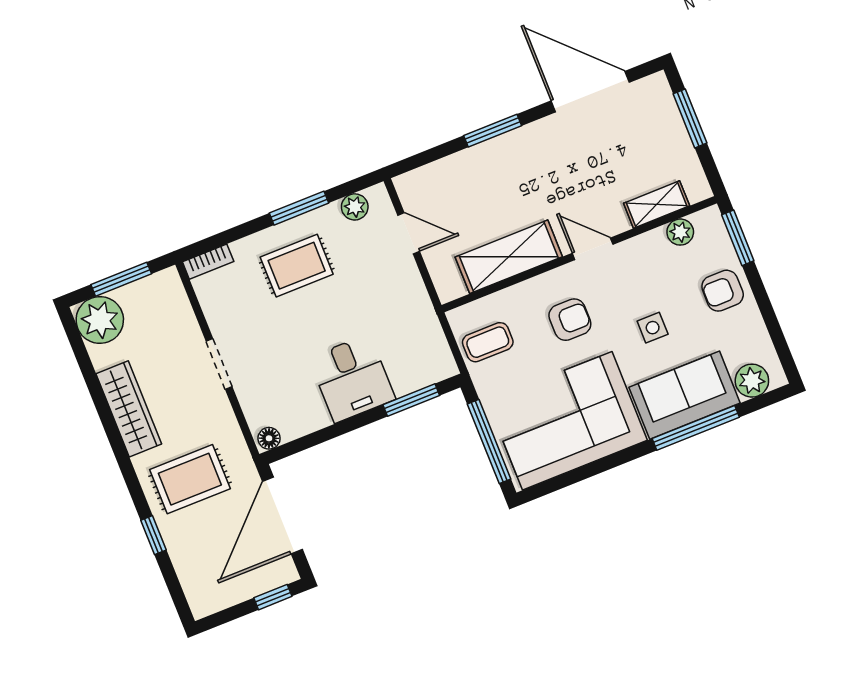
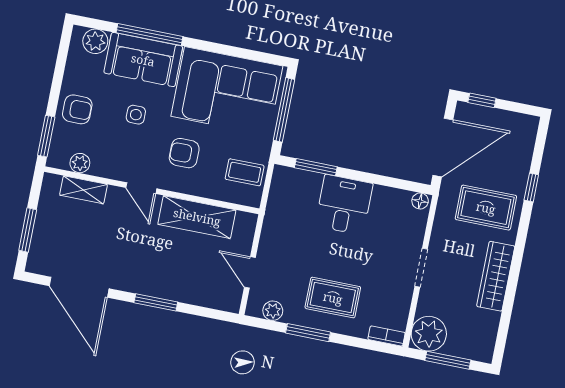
plant: (100, 320) -> (429, 334), moved

